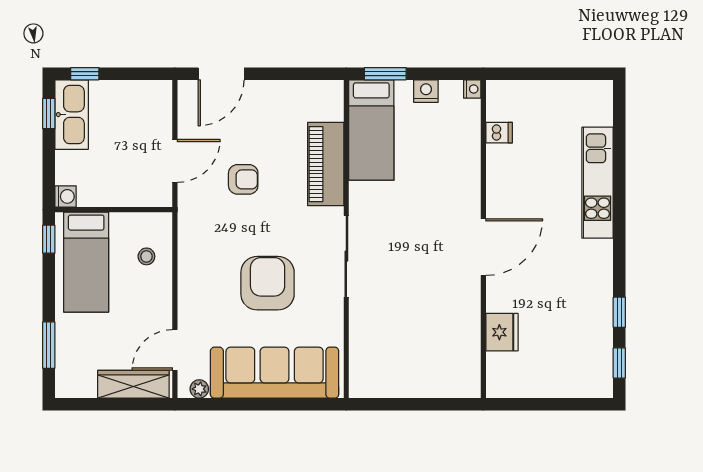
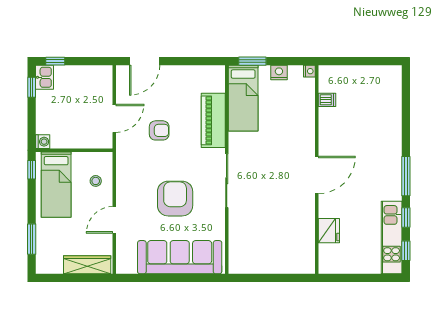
kitchen sink: (72, 115) -> (44, 77), width x0.53, depth x0.81
kitchen unit: (598, 183) -> (392, 238), moved
window: (619, 249) -> (406, 176), added
door: (175, 350) -> (114, 220), moved
plant: (199, 389) -> (130, 268), removed

